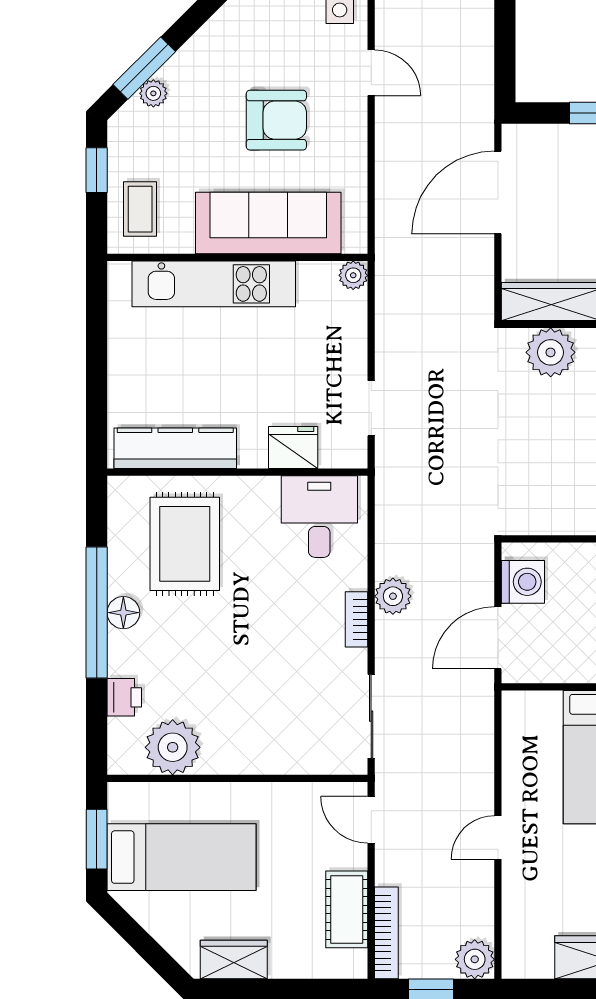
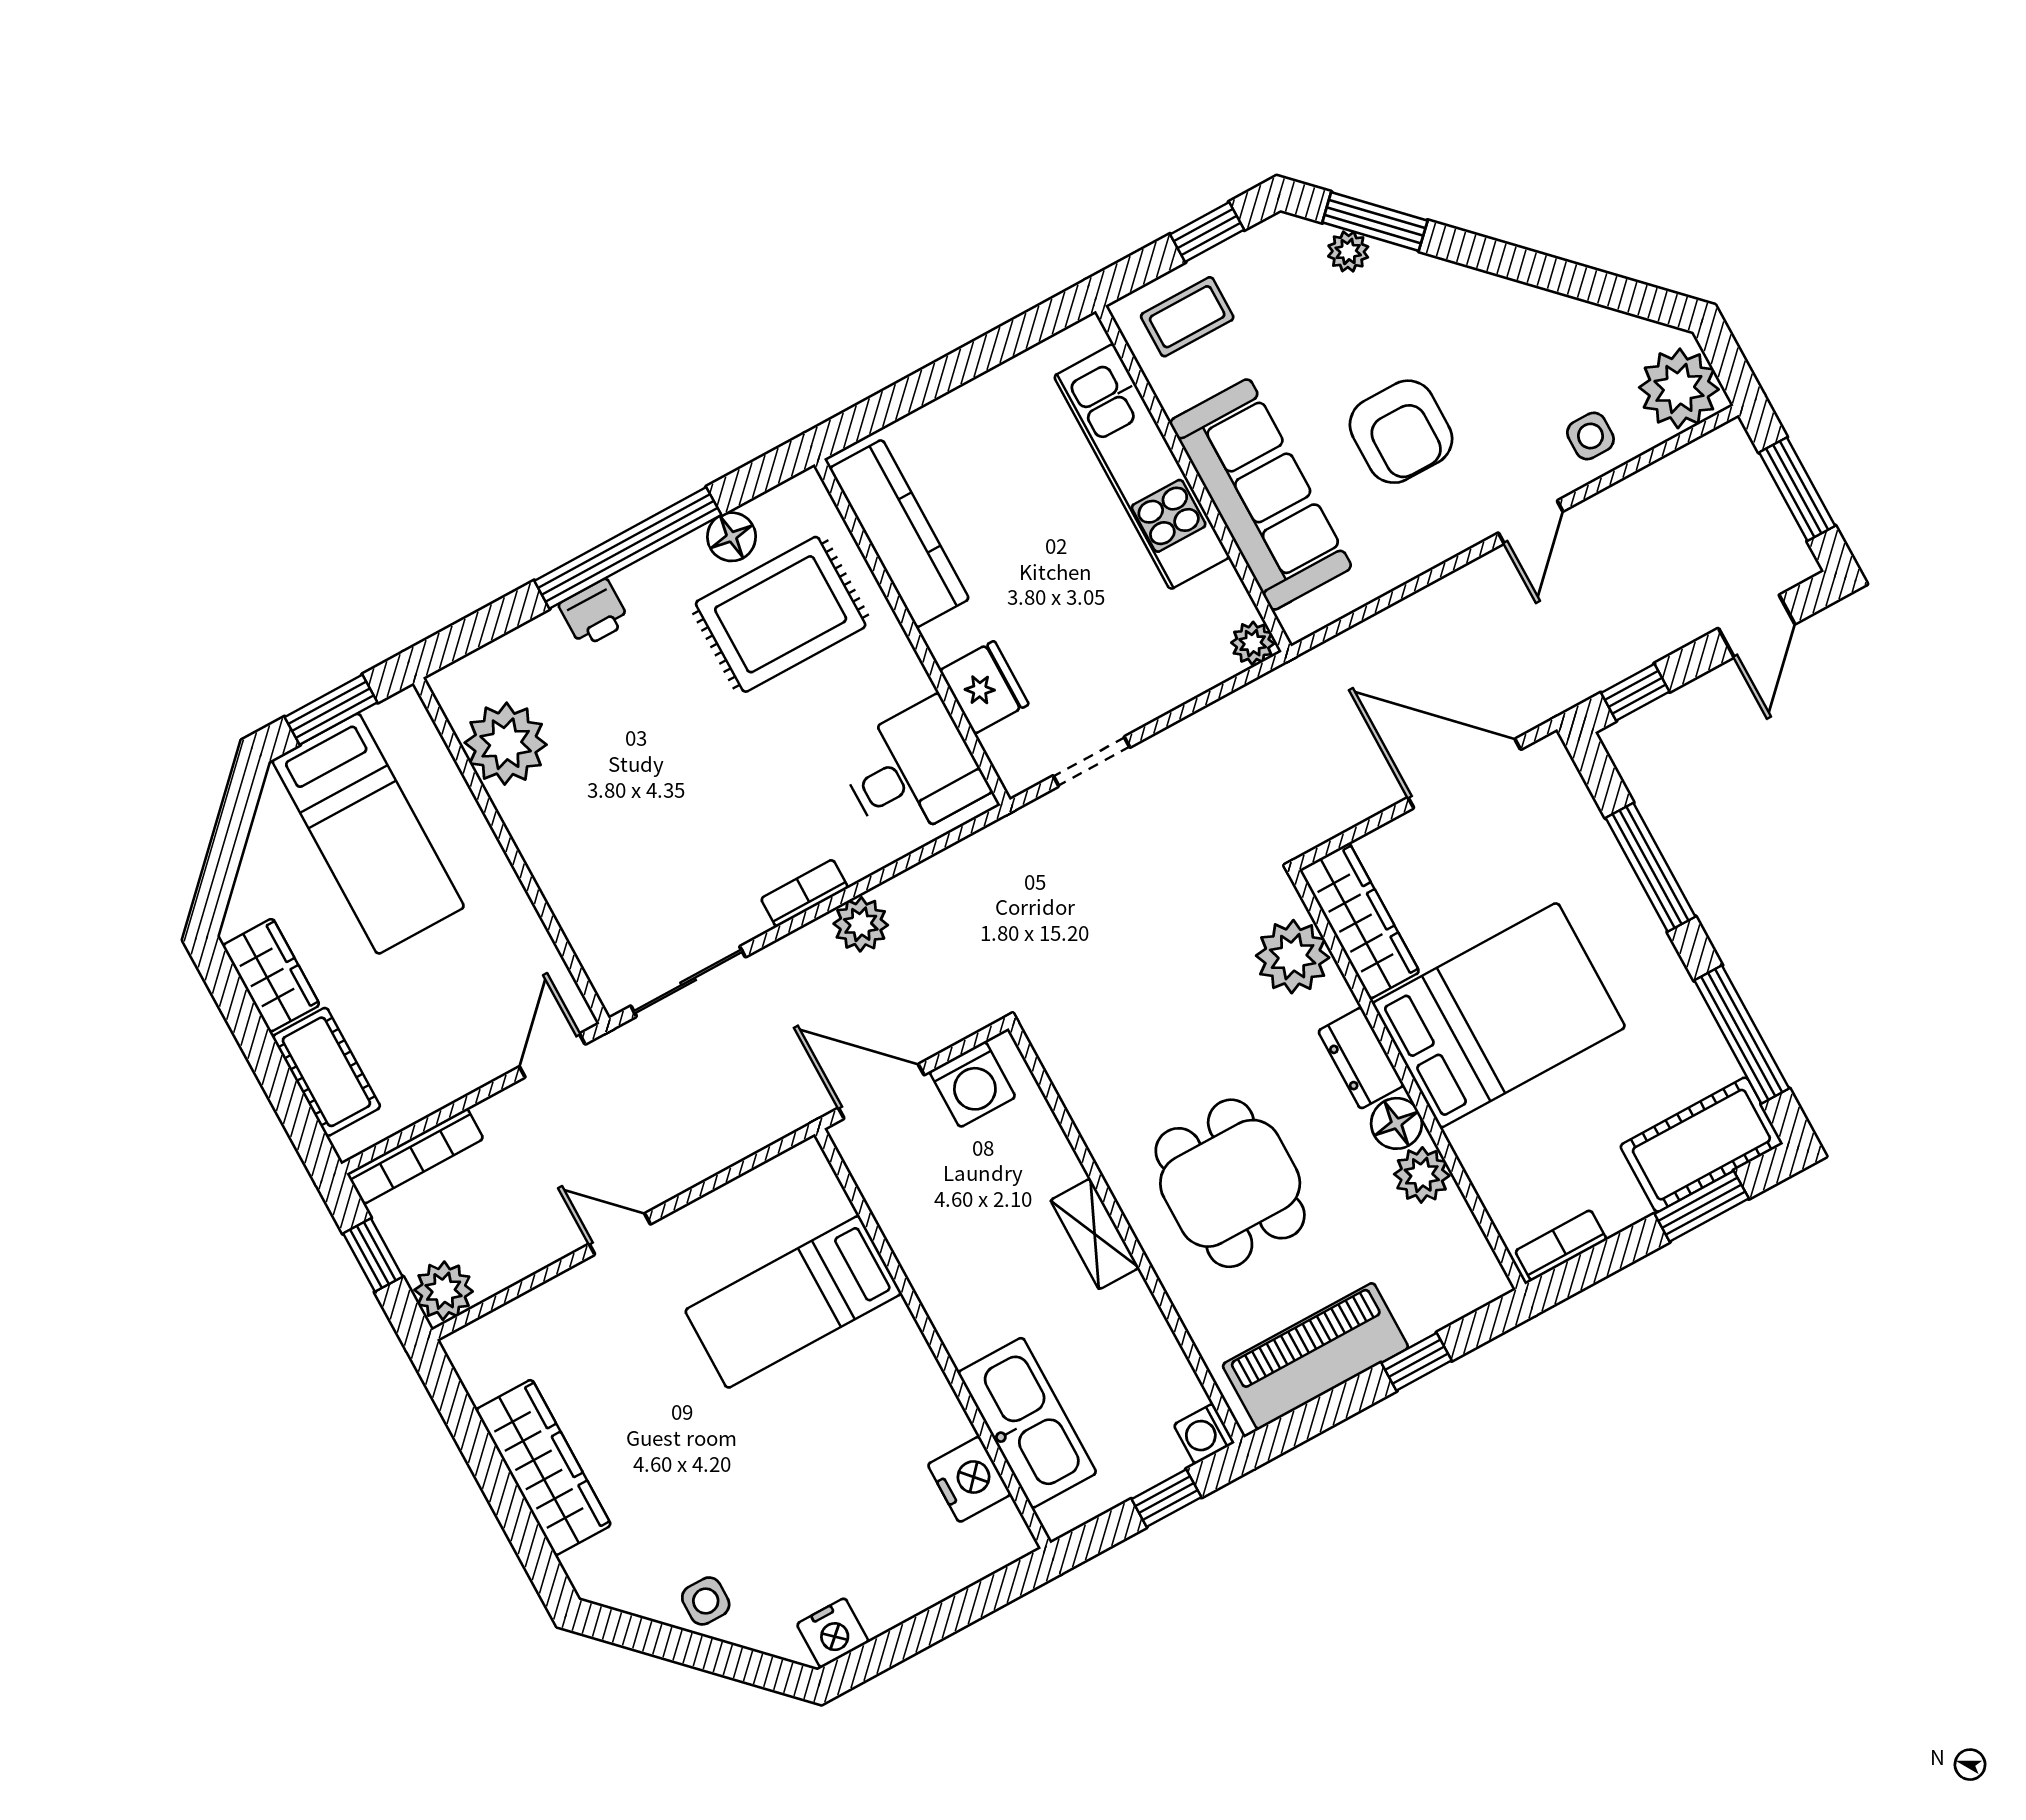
window: (505, 66) -> (1635, 692), added
floor lamp: (123, 613) -> (732, 537), moved
printer: (124, 697) -> (594, 613), moved
cot: (347, 909) -> (326, 1072), moved, turned 90

